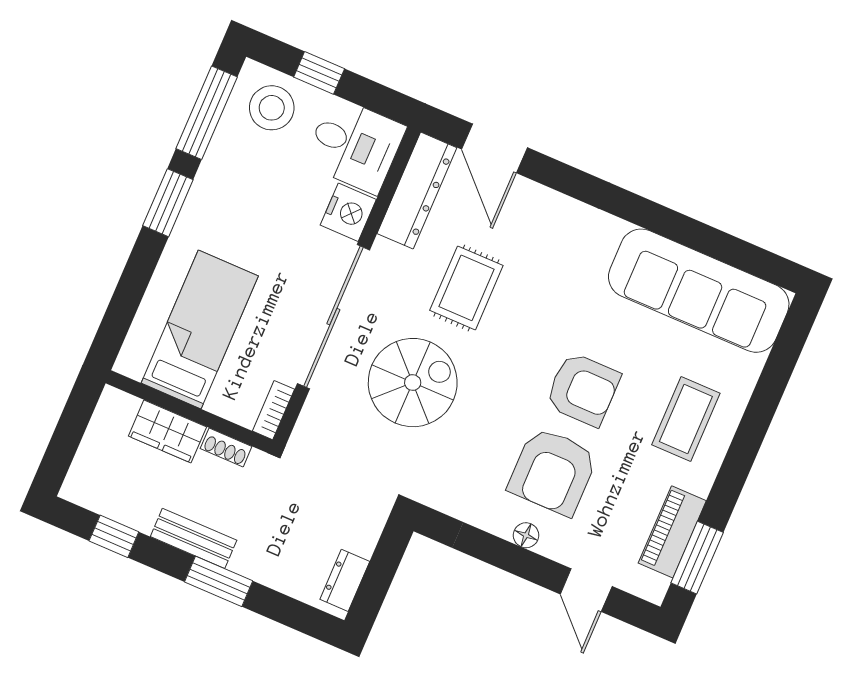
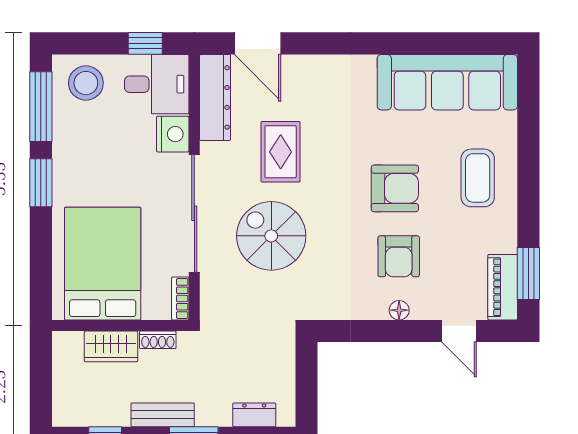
window: (319, 73) -> (145, 43), moved
bed: (200, 330) -> (103, 264), width x1.50
spiral stairs: (413, 383) -> (271, 236), turned -90
armchair: (553, 471) -> (399, 256), width x0.73, depth x0.73
piano: (672, 532) -> (503, 287), moved
dresser: (345, 580) -> (254, 415), moved, turned 90

